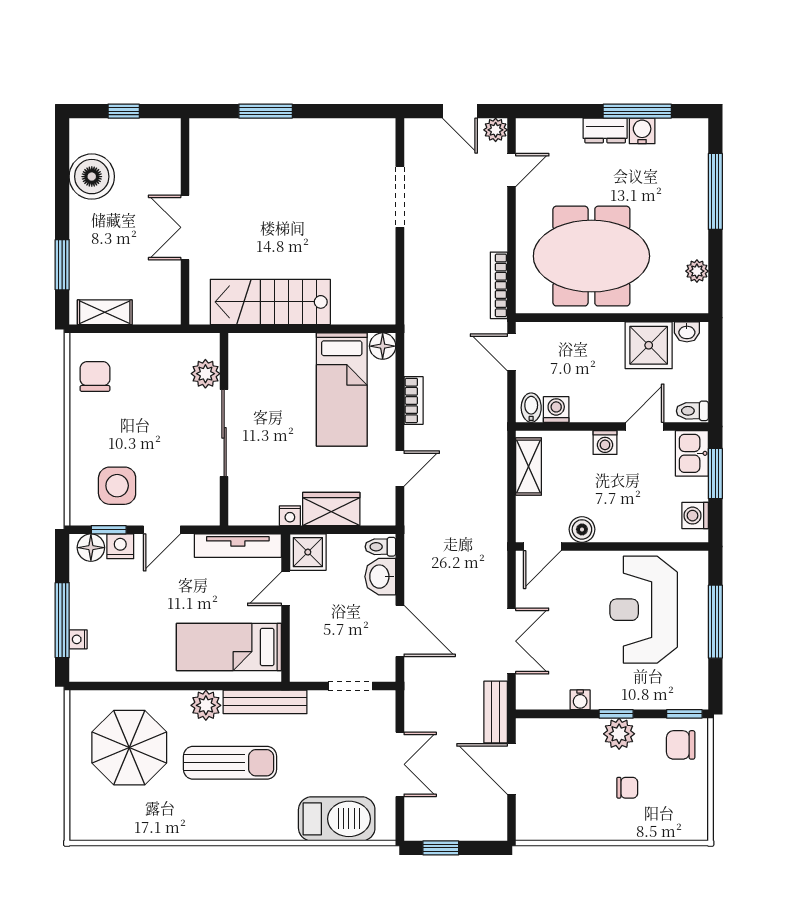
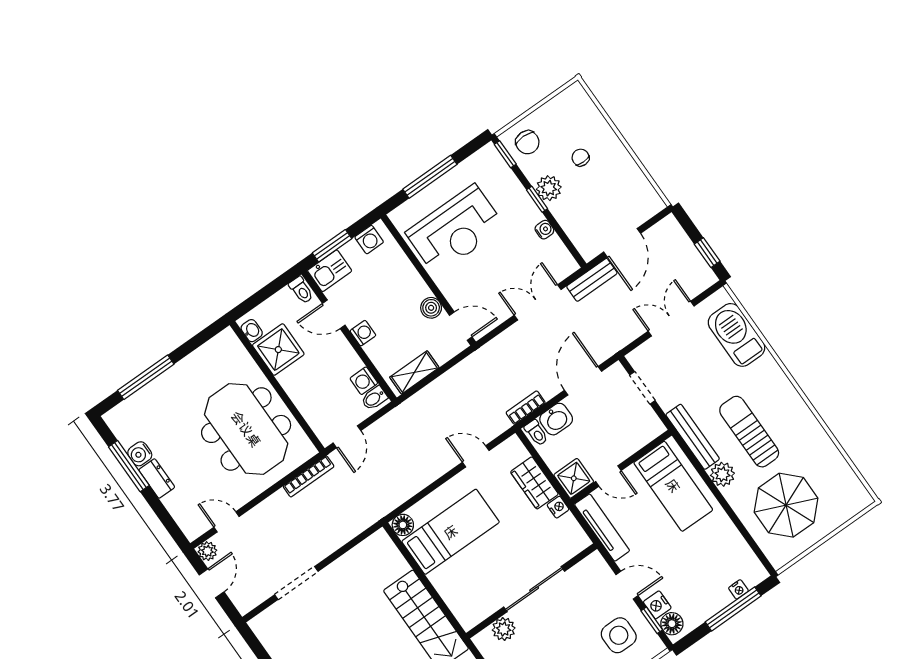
plant: (697, 271) -> (207, 352), removed
bookcase: (414, 400) -> (526, 408), moved

